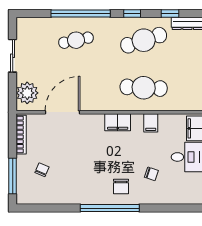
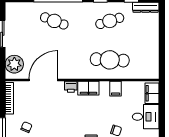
cafe table: (76, 40) -> (54, 21), turned 33
cafe table: (144, 40) -> (110, 21), width x0.73, depth x0.74
printer: (96, 121) -> (71, 87), added

